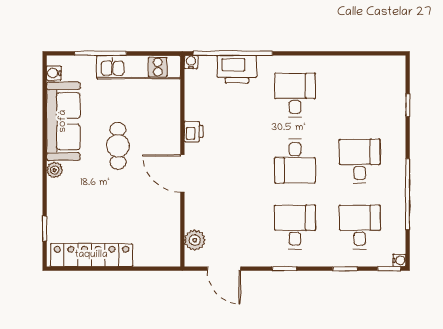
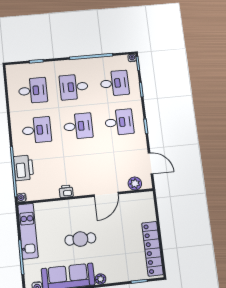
desk: (295, 95) -> (37, 130), turned 180
desk: (360, 95) -> (33, 91), added
door: (182, 173) -> (106, 194), moved
desk: (295, 227) -> (119, 122), turned 180
desk: (360, 227) -> (114, 83), turned 180
door: (224, 269) -> (151, 163), hinge flipped

